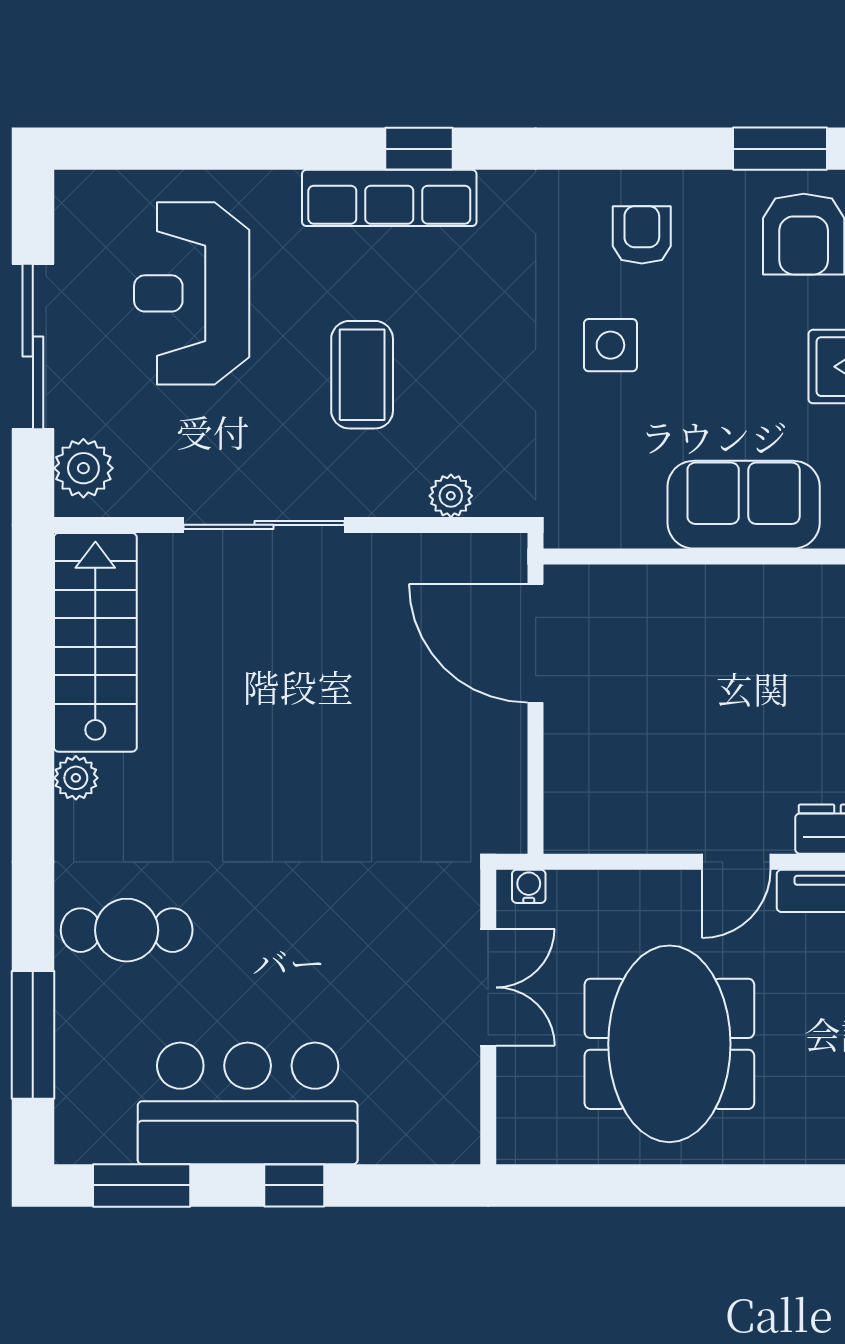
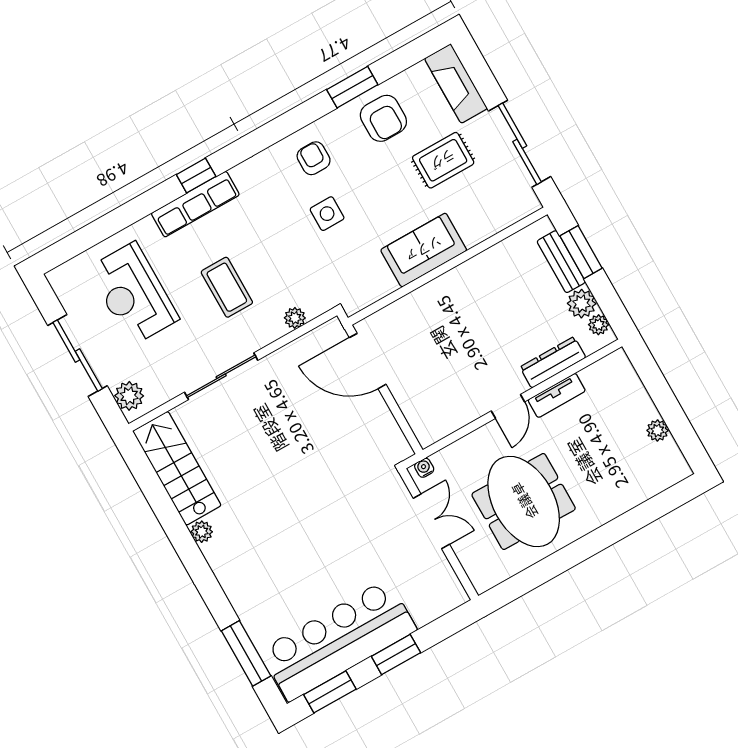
cafe table: (127, 930) -> (261, 585), removed
bar counter: (248, 1103) -> (338, 640), width x1.36
window: (294, 1185) -> (396, 655), width x1.50

